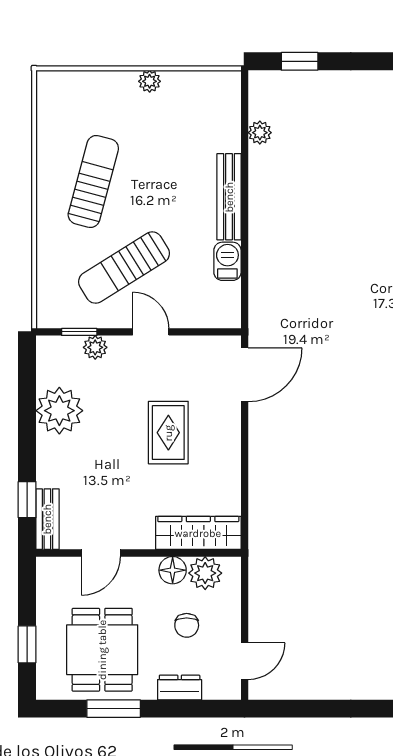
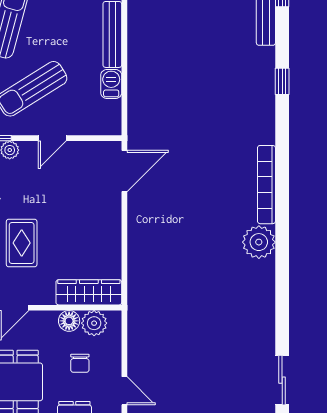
door: (151, 332) -> (52, 138), swing flipped
rug: (168, 433) -> (22, 243), moved
door: (245, 661) -> (124, 391), hinge flipped

